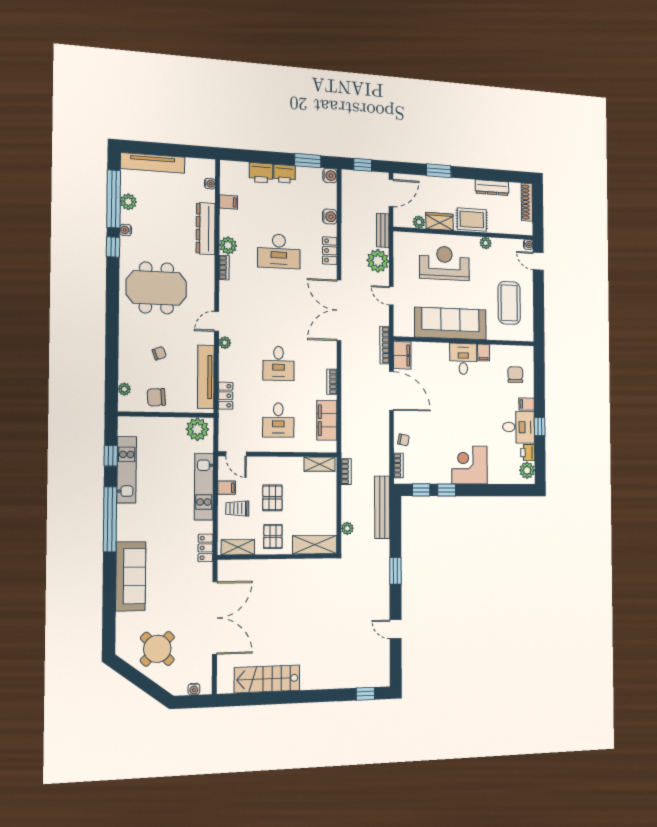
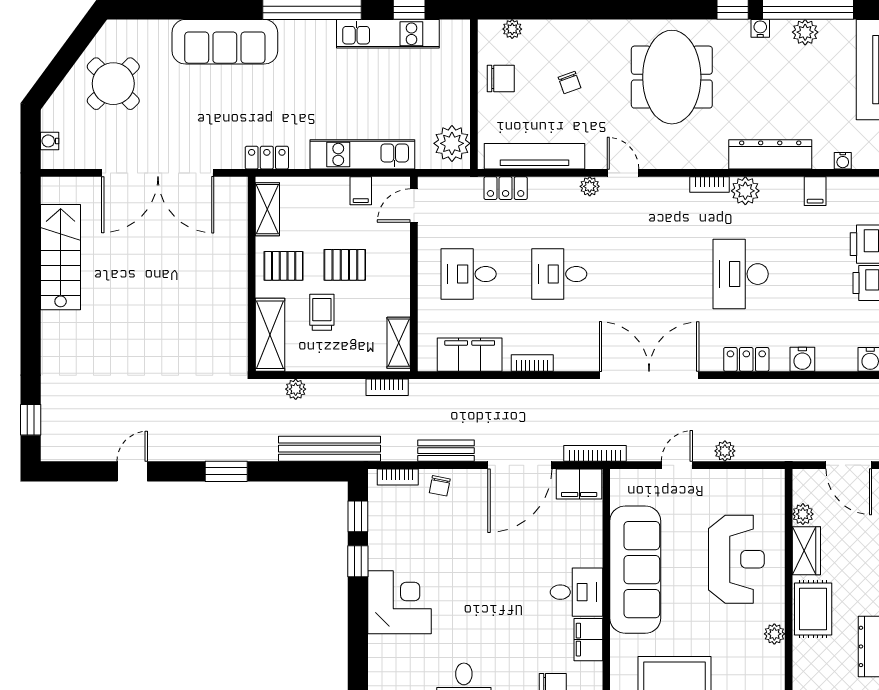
bench: (383, 230) -> (446, 451), moved
plant: (378, 261) -> (725, 451), width x0.53, depth x0.53
filing cabinet: (484, 353) -> (588, 640), width x2.00
chair: (156, 397) -> (501, 79), turned 94
trolley: (237, 508) -> (322, 312), moved

